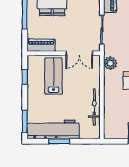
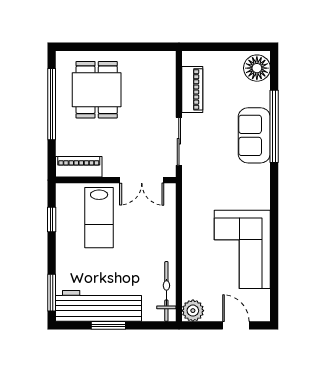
plant: (110, 63) -> (193, 311), moved
lab bench: (53, 76) -> (99, 218), turned 180
bicycle: (94, 107) -> (166, 291), moved

